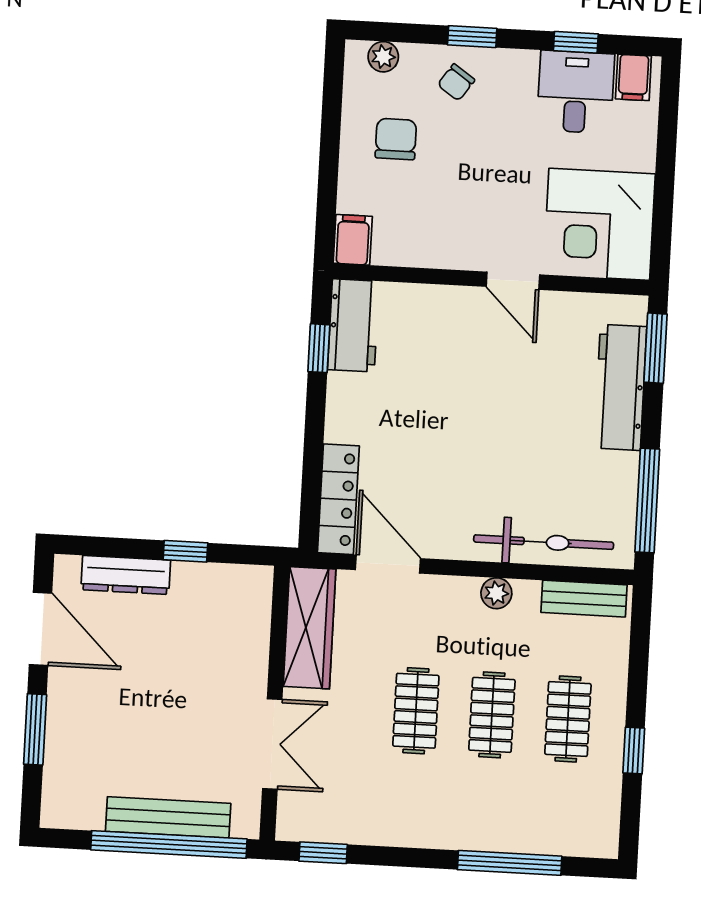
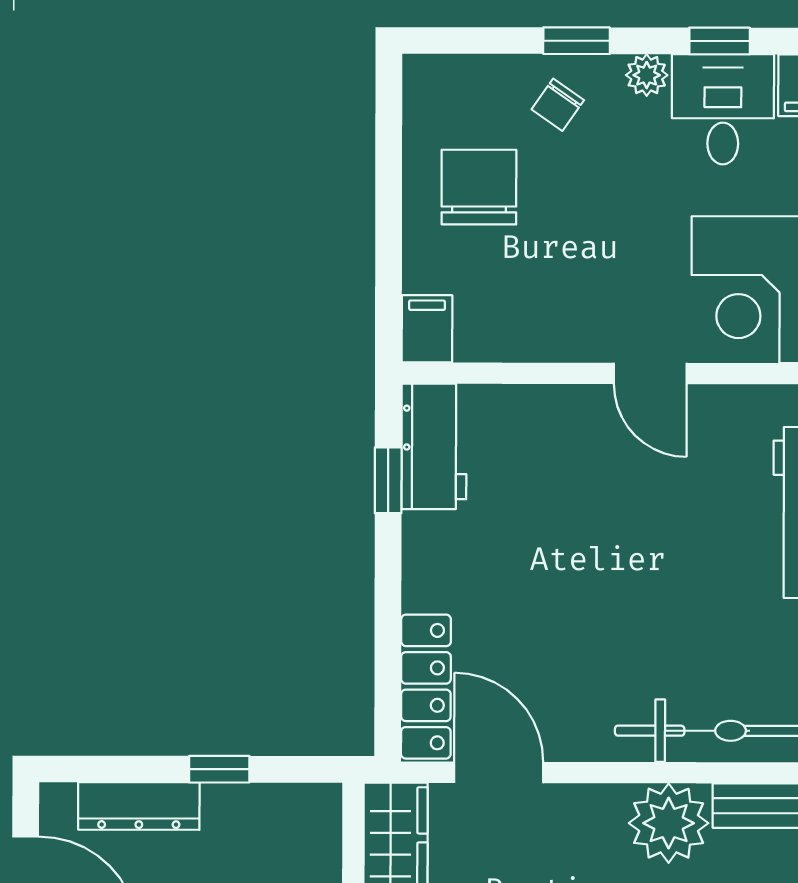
plant: (383, 57) -> (647, 75), moved
chair: (396, 139) -> (479, 187), width x1.37, depth x1.37
plant: (496, 593) -> (669, 823), width x1.88, depth x1.88

